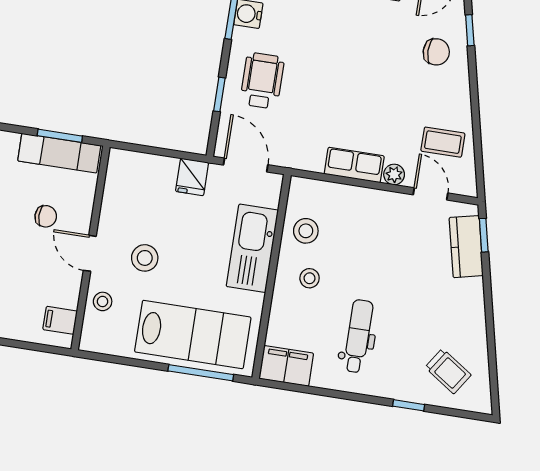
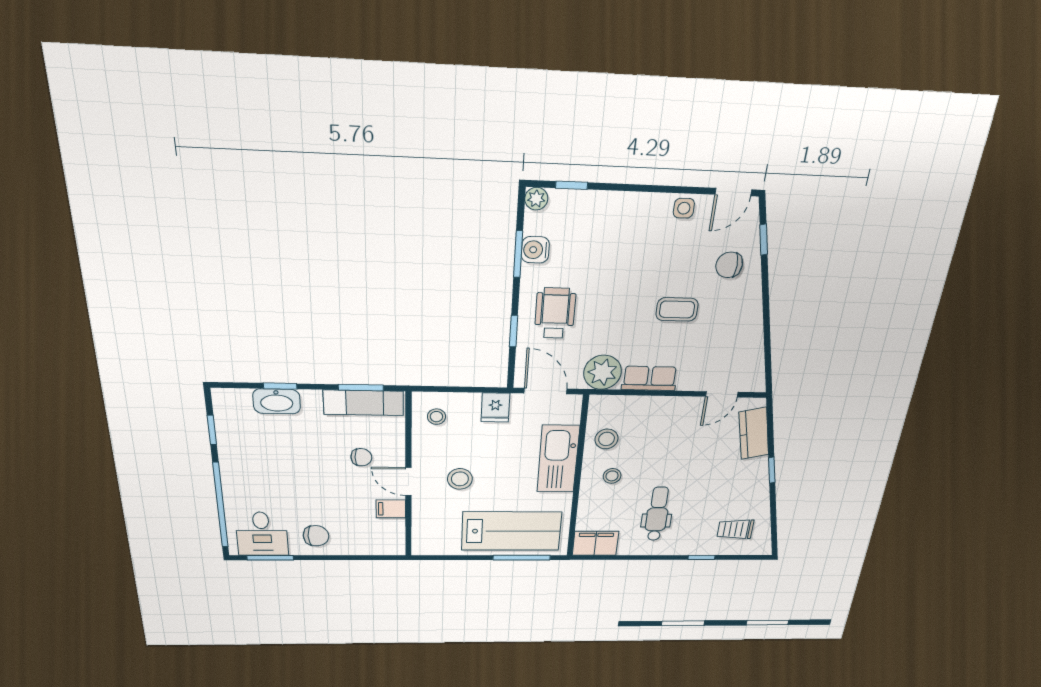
chair: (436, 52) -> (729, 265), turned 180
coffee table: (443, 142) -> (677, 309), moved
plant: (394, 175) -> (603, 372), moved, width x1.88, depth x1.88
door: (430, 194) -> (722, 394), swing flipped
window: (484, 235) -> (772, 470), moved
stool: (103, 301) -> (436, 417), moved
filing cabinet: (60, 320) -> (391, 509), moved
trolley: (448, 371) -> (735, 529), turned 146

